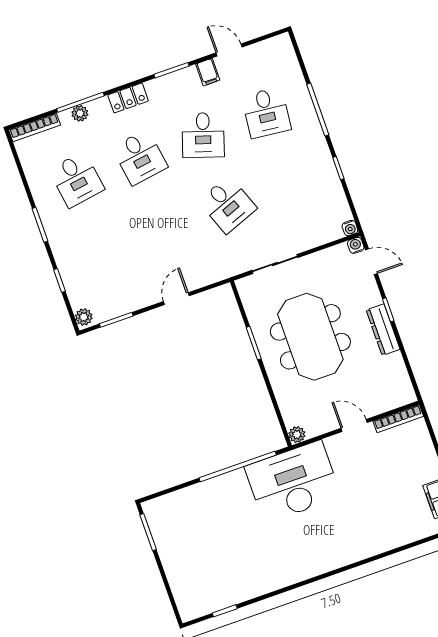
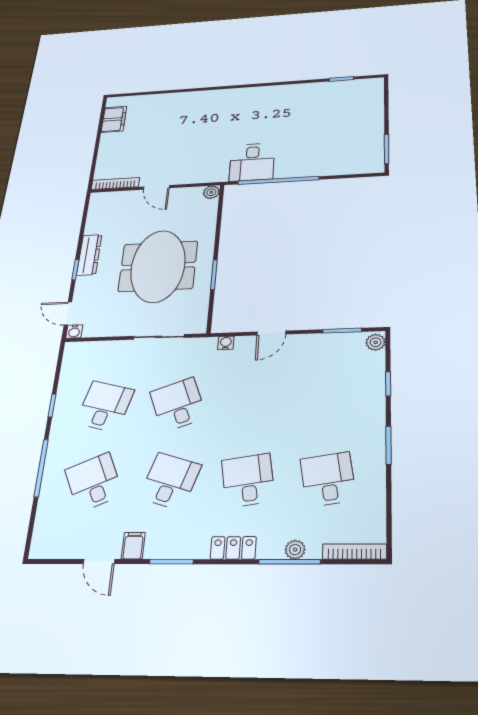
desk: (266, 113) -> (94, 482), turned -30
desk: (291, 182) -> (105, 406), added
water cooler: (350, 228) -> (226, 343), moved
desk: (293, 482) -> (252, 162), width x0.53, depth x0.77

